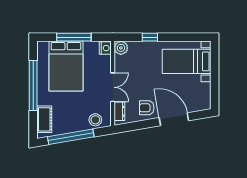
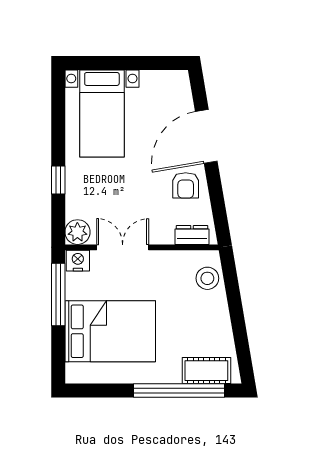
window: (74, 37) -> (58, 295), moved
window: (33, 85) -> (179, 391), moved
double door: (113, 87) -> (123, 247), moved
window: (71, 137) -> (238, 323), removed

